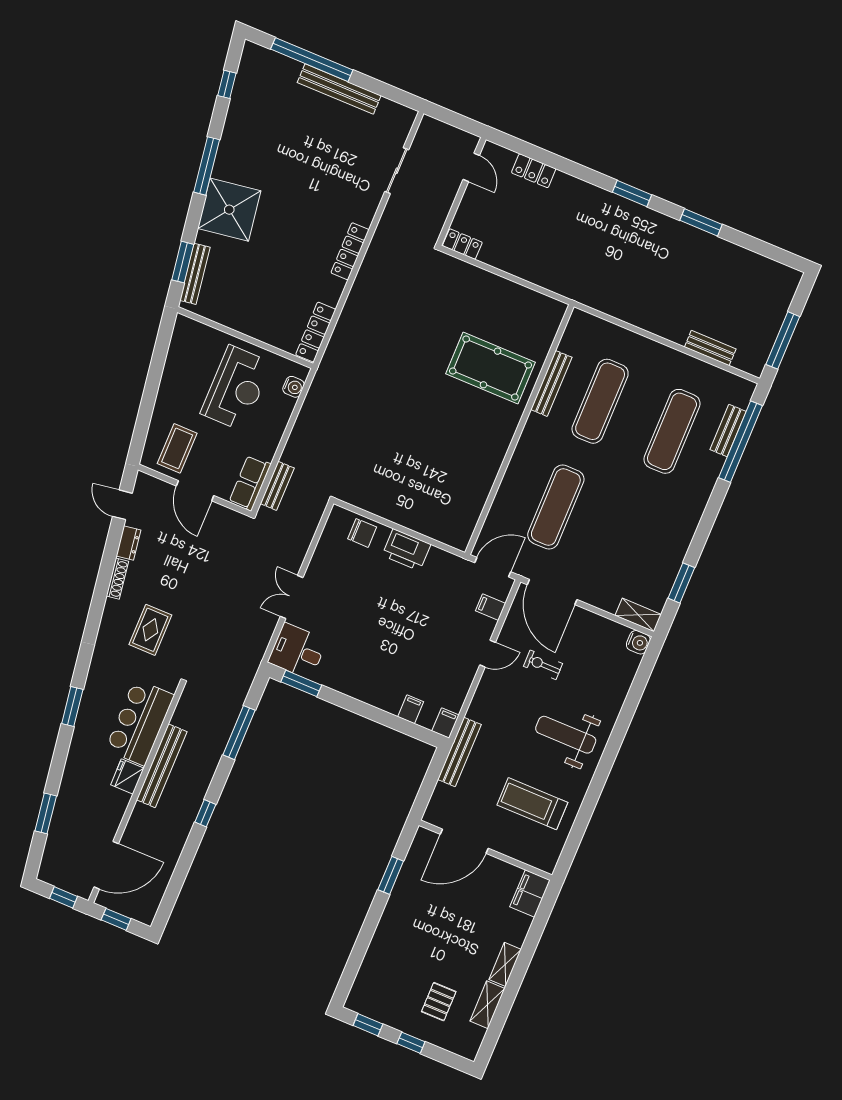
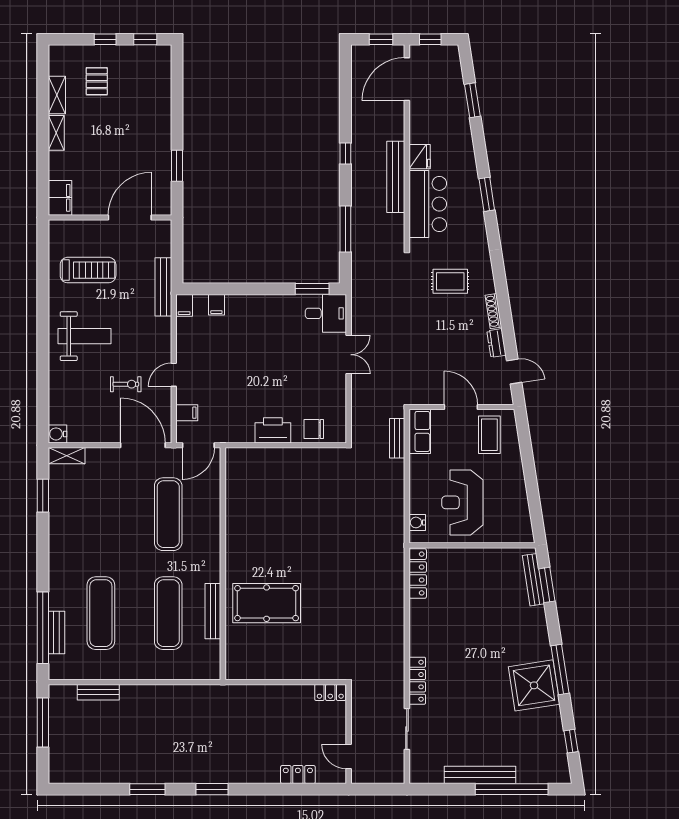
shower: (229, 210) -> (534, 685), moved
locker: (350, 251) -> (417, 681), moved
rug: (150, 630) -> (450, 281), turned 90

